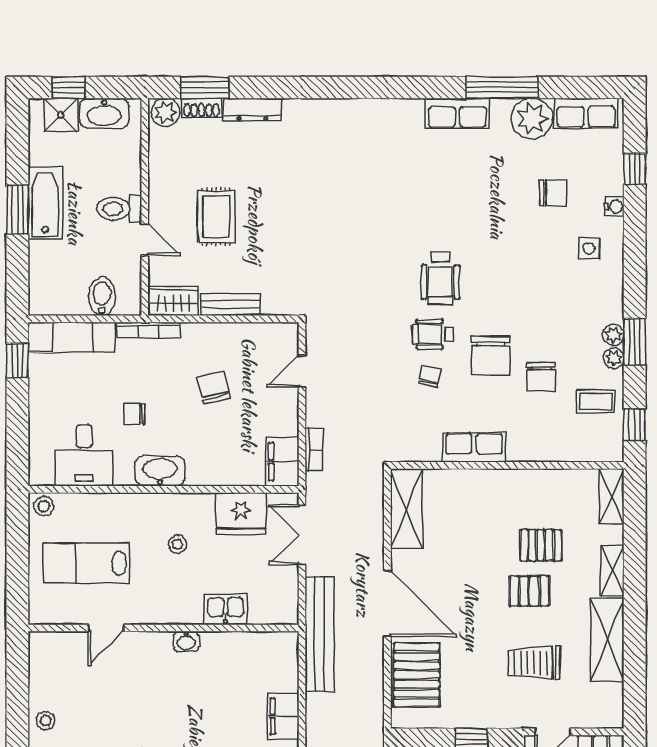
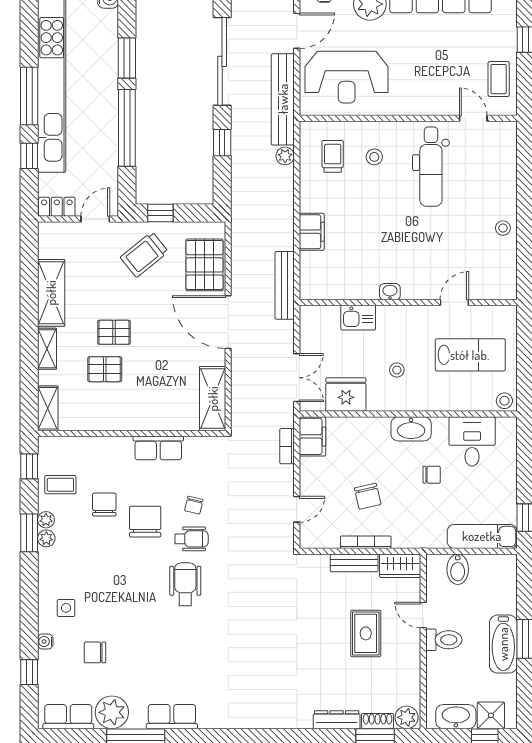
bookcase: (148, 330) -> (366, 542), moved
bench: (320, 634) -> (285, 285), width x0.73, depth x0.82
trolley: (534, 663) -> (144, 255), moved, turned 141

